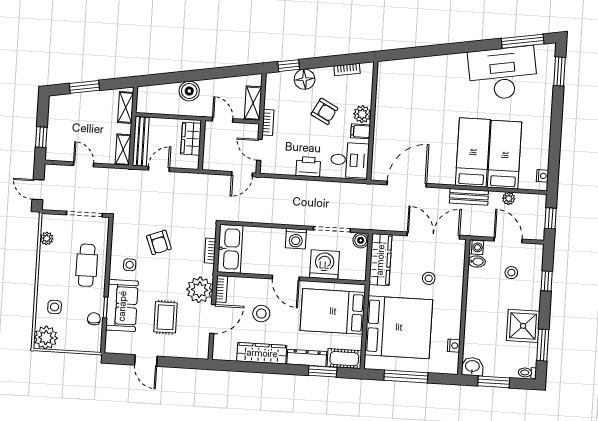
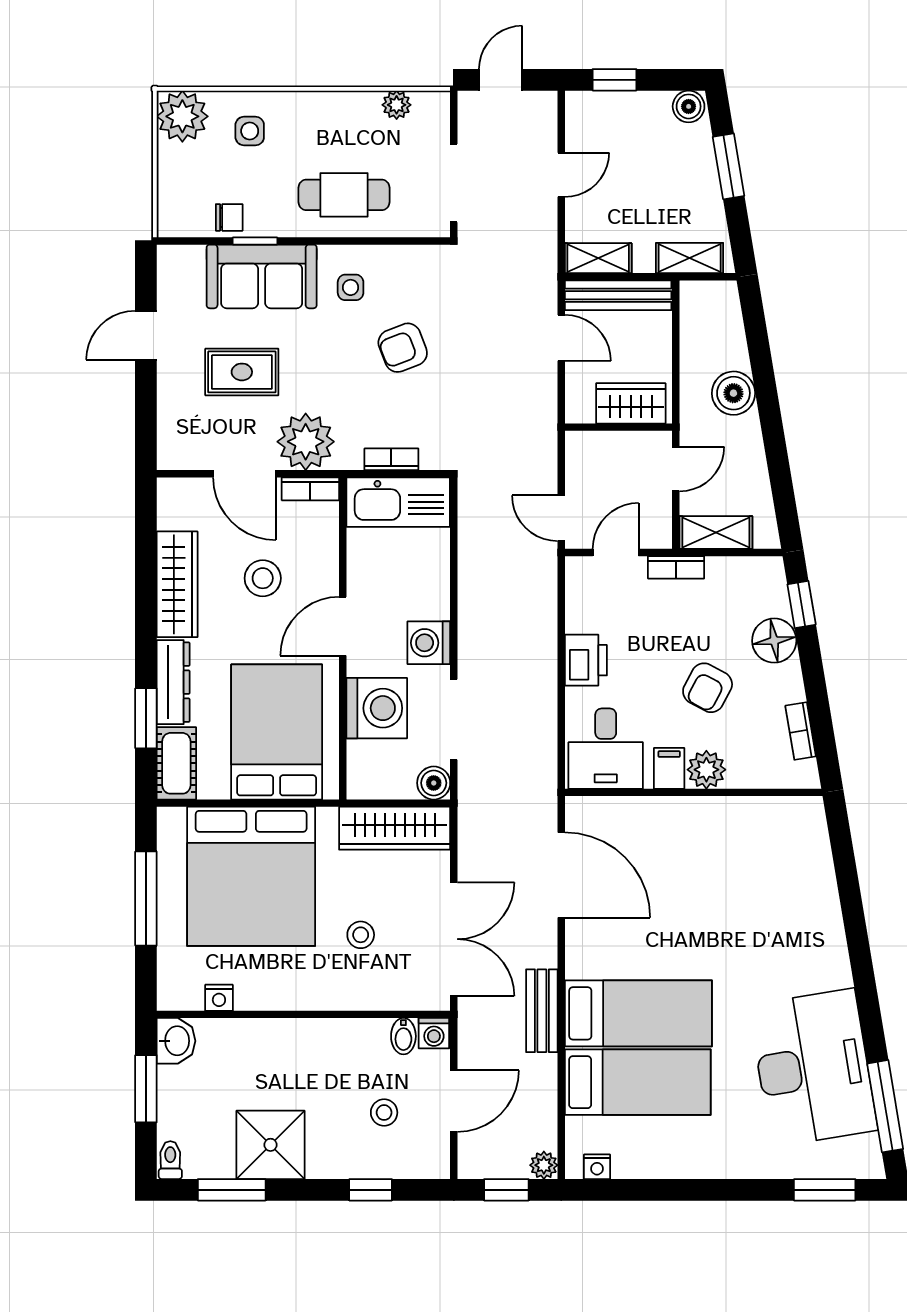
boiler: (56, 104) -> (689, 106), added
plant: (509, 198) -> (544, 1165), moved

